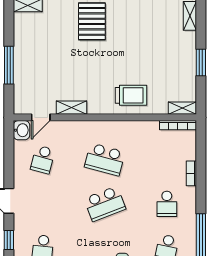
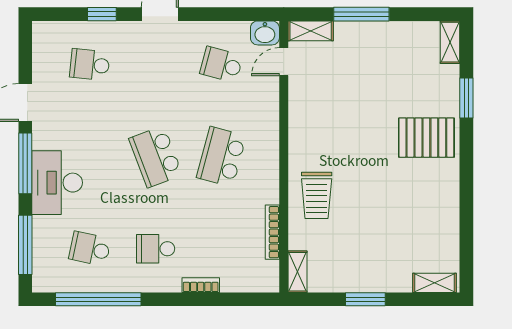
shelving: (72, 108) -> (311, 31), moved, turned 90
door: (41, 117) -> (284, 62), hinge flipped
bookcase: (178, 125) -> (272, 232), moved

